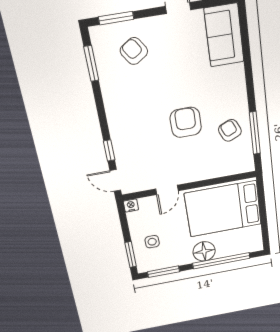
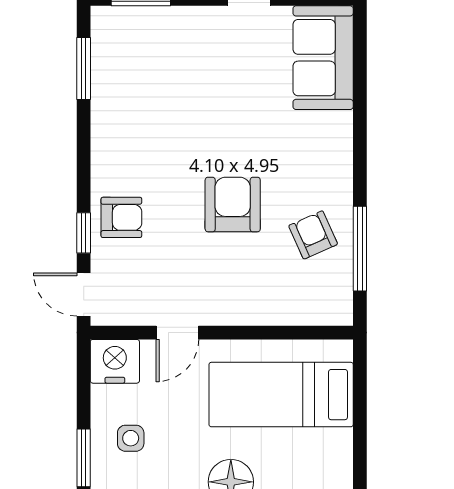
armchair: (134, 51) -> (121, 217), moved, turned 123
nightstand: (131, 205) -> (115, 361), width x1.89, depth x1.79
bed: (223, 209) -> (281, 395), width x0.67

